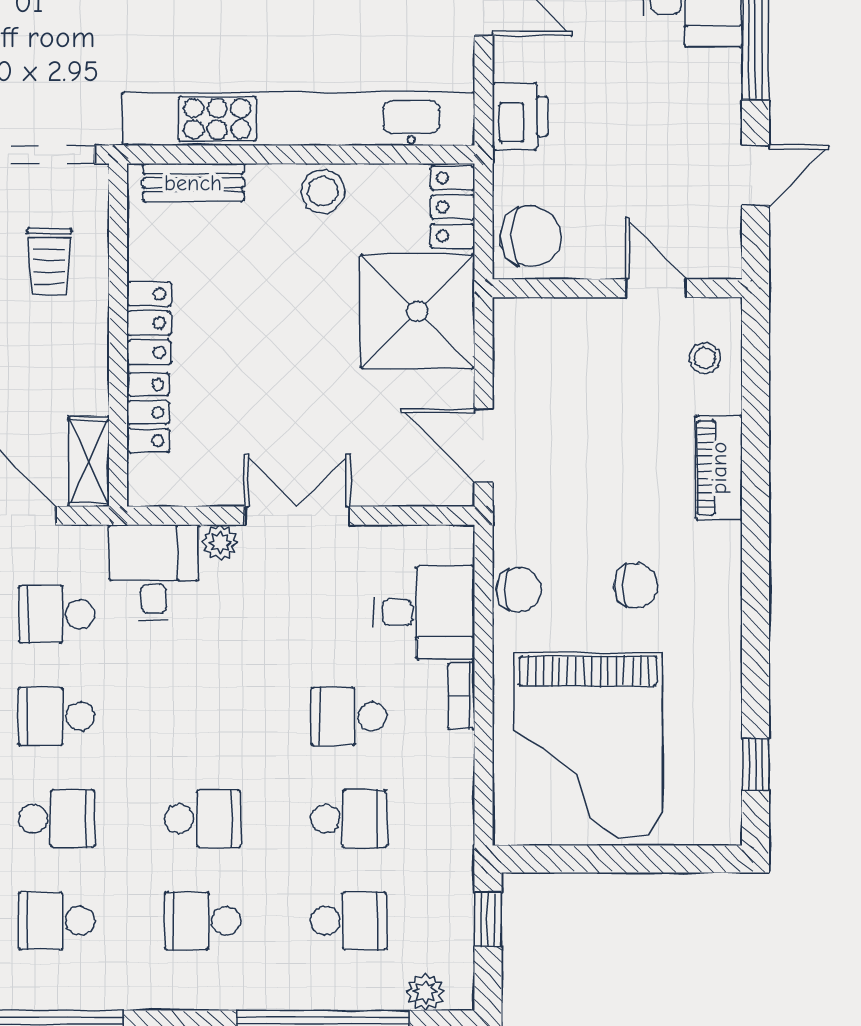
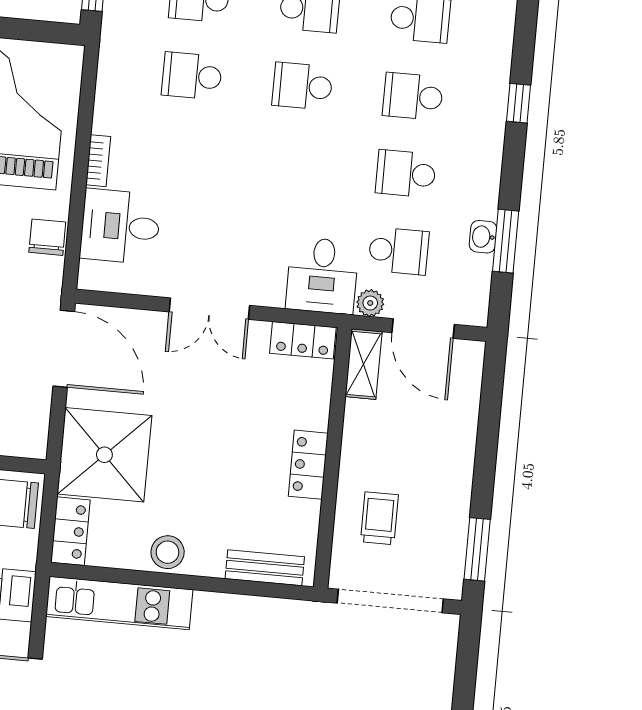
kitchen unit: (298, 119) -> (119, 603), width x0.54
locker: (148, 412) -> (303, 340), moved, turned -90
door: (484, 445) -> (64, 349), width x1.36
plant: (220, 543) -> (370, 303), moved
chair: (519, 590) -> (47, 237), turned 90
school desk: (57, 716) -> (406, 174), turned 180
school desk: (349, 716) -> (185, 153), removed

